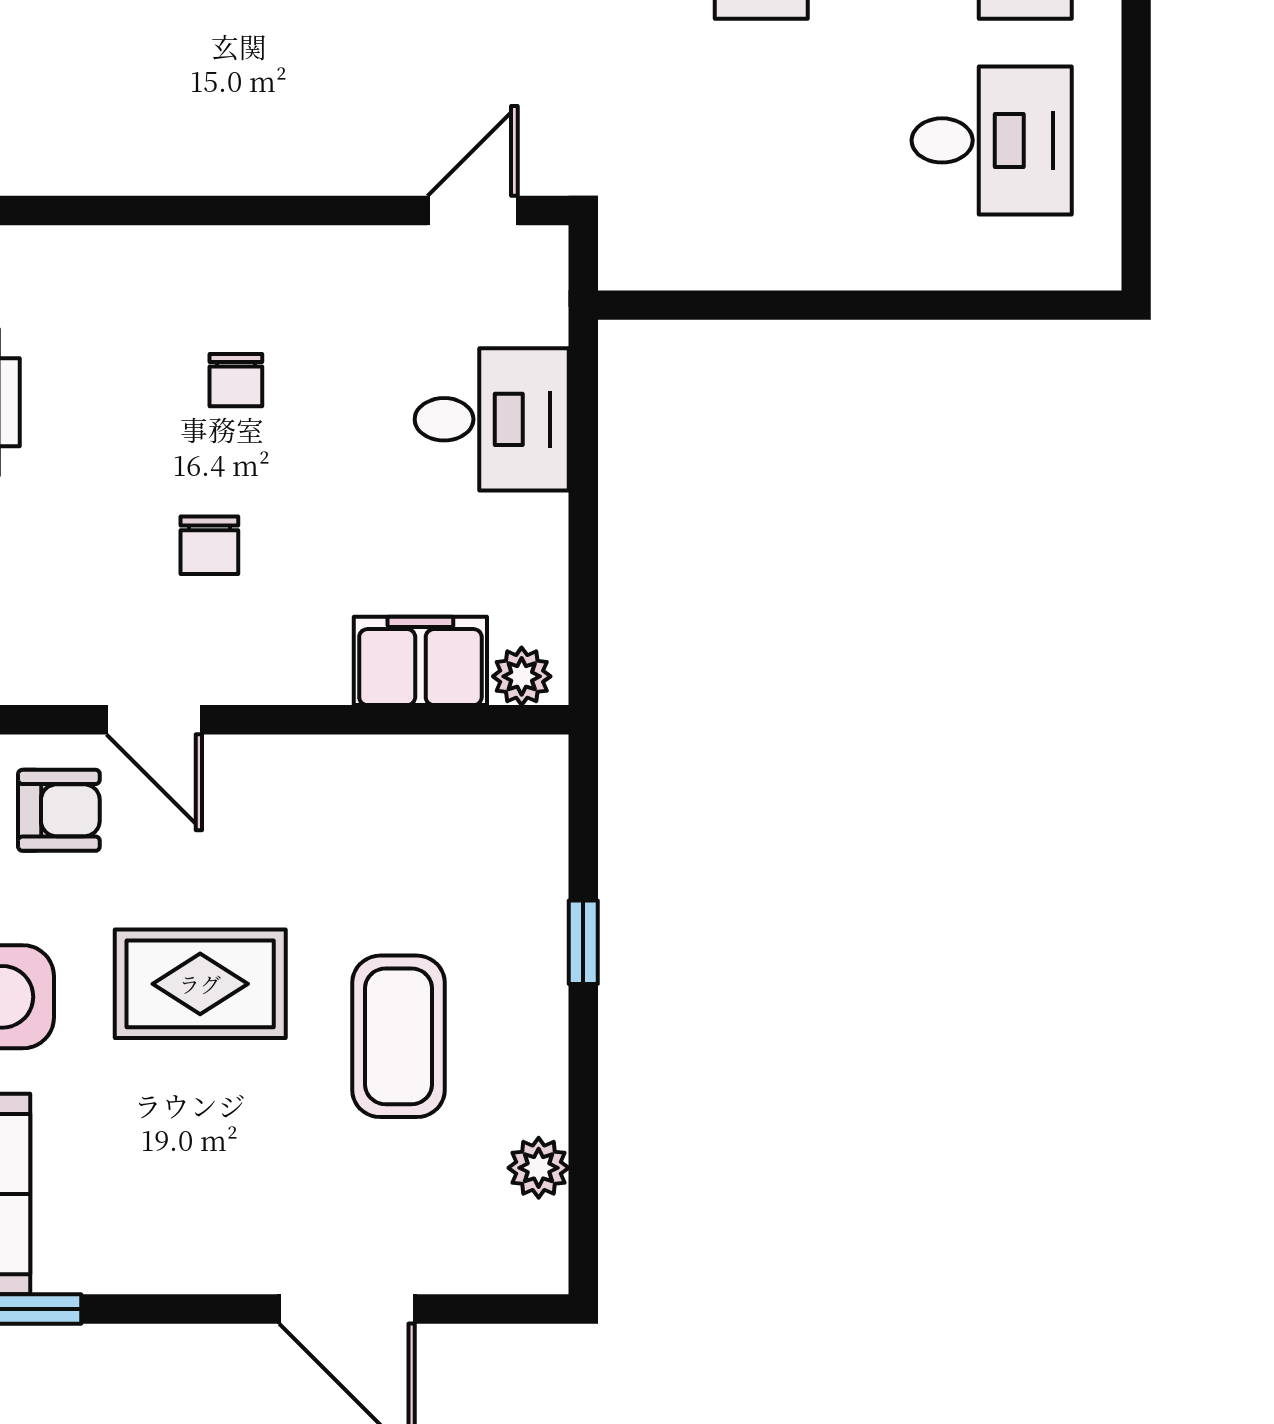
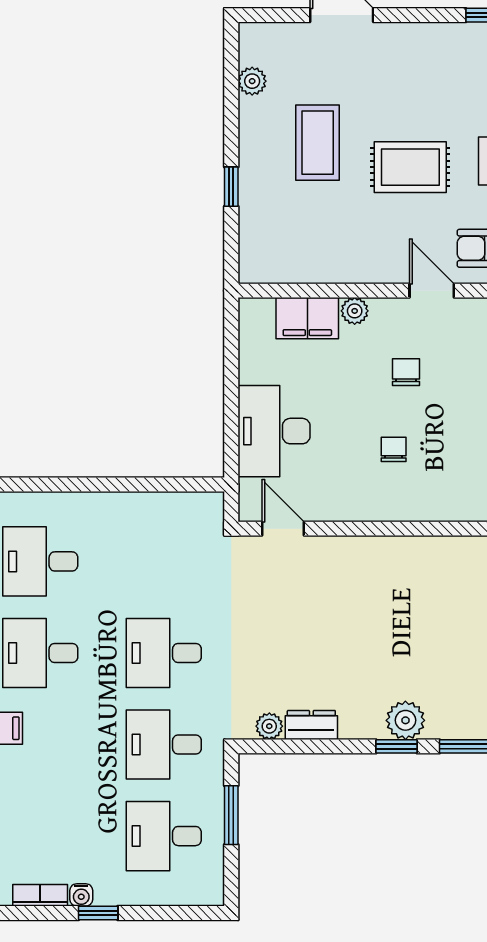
door: (473, 211) -> (283, 529), swing flipped
desk: (492, 419) -> (274, 431), width x1.37
plant: (522, 676) -> (355, 311), moved

